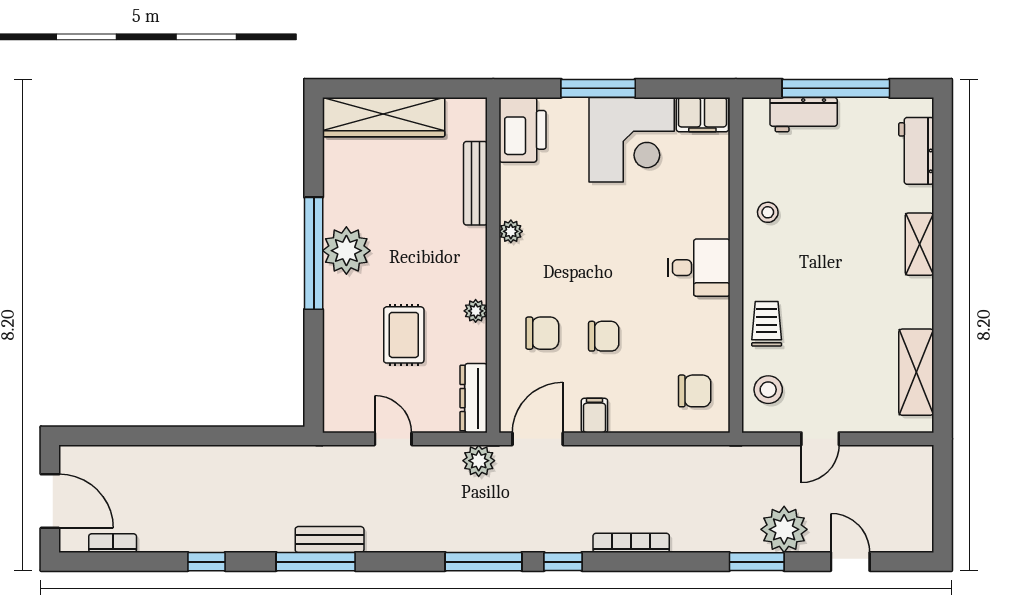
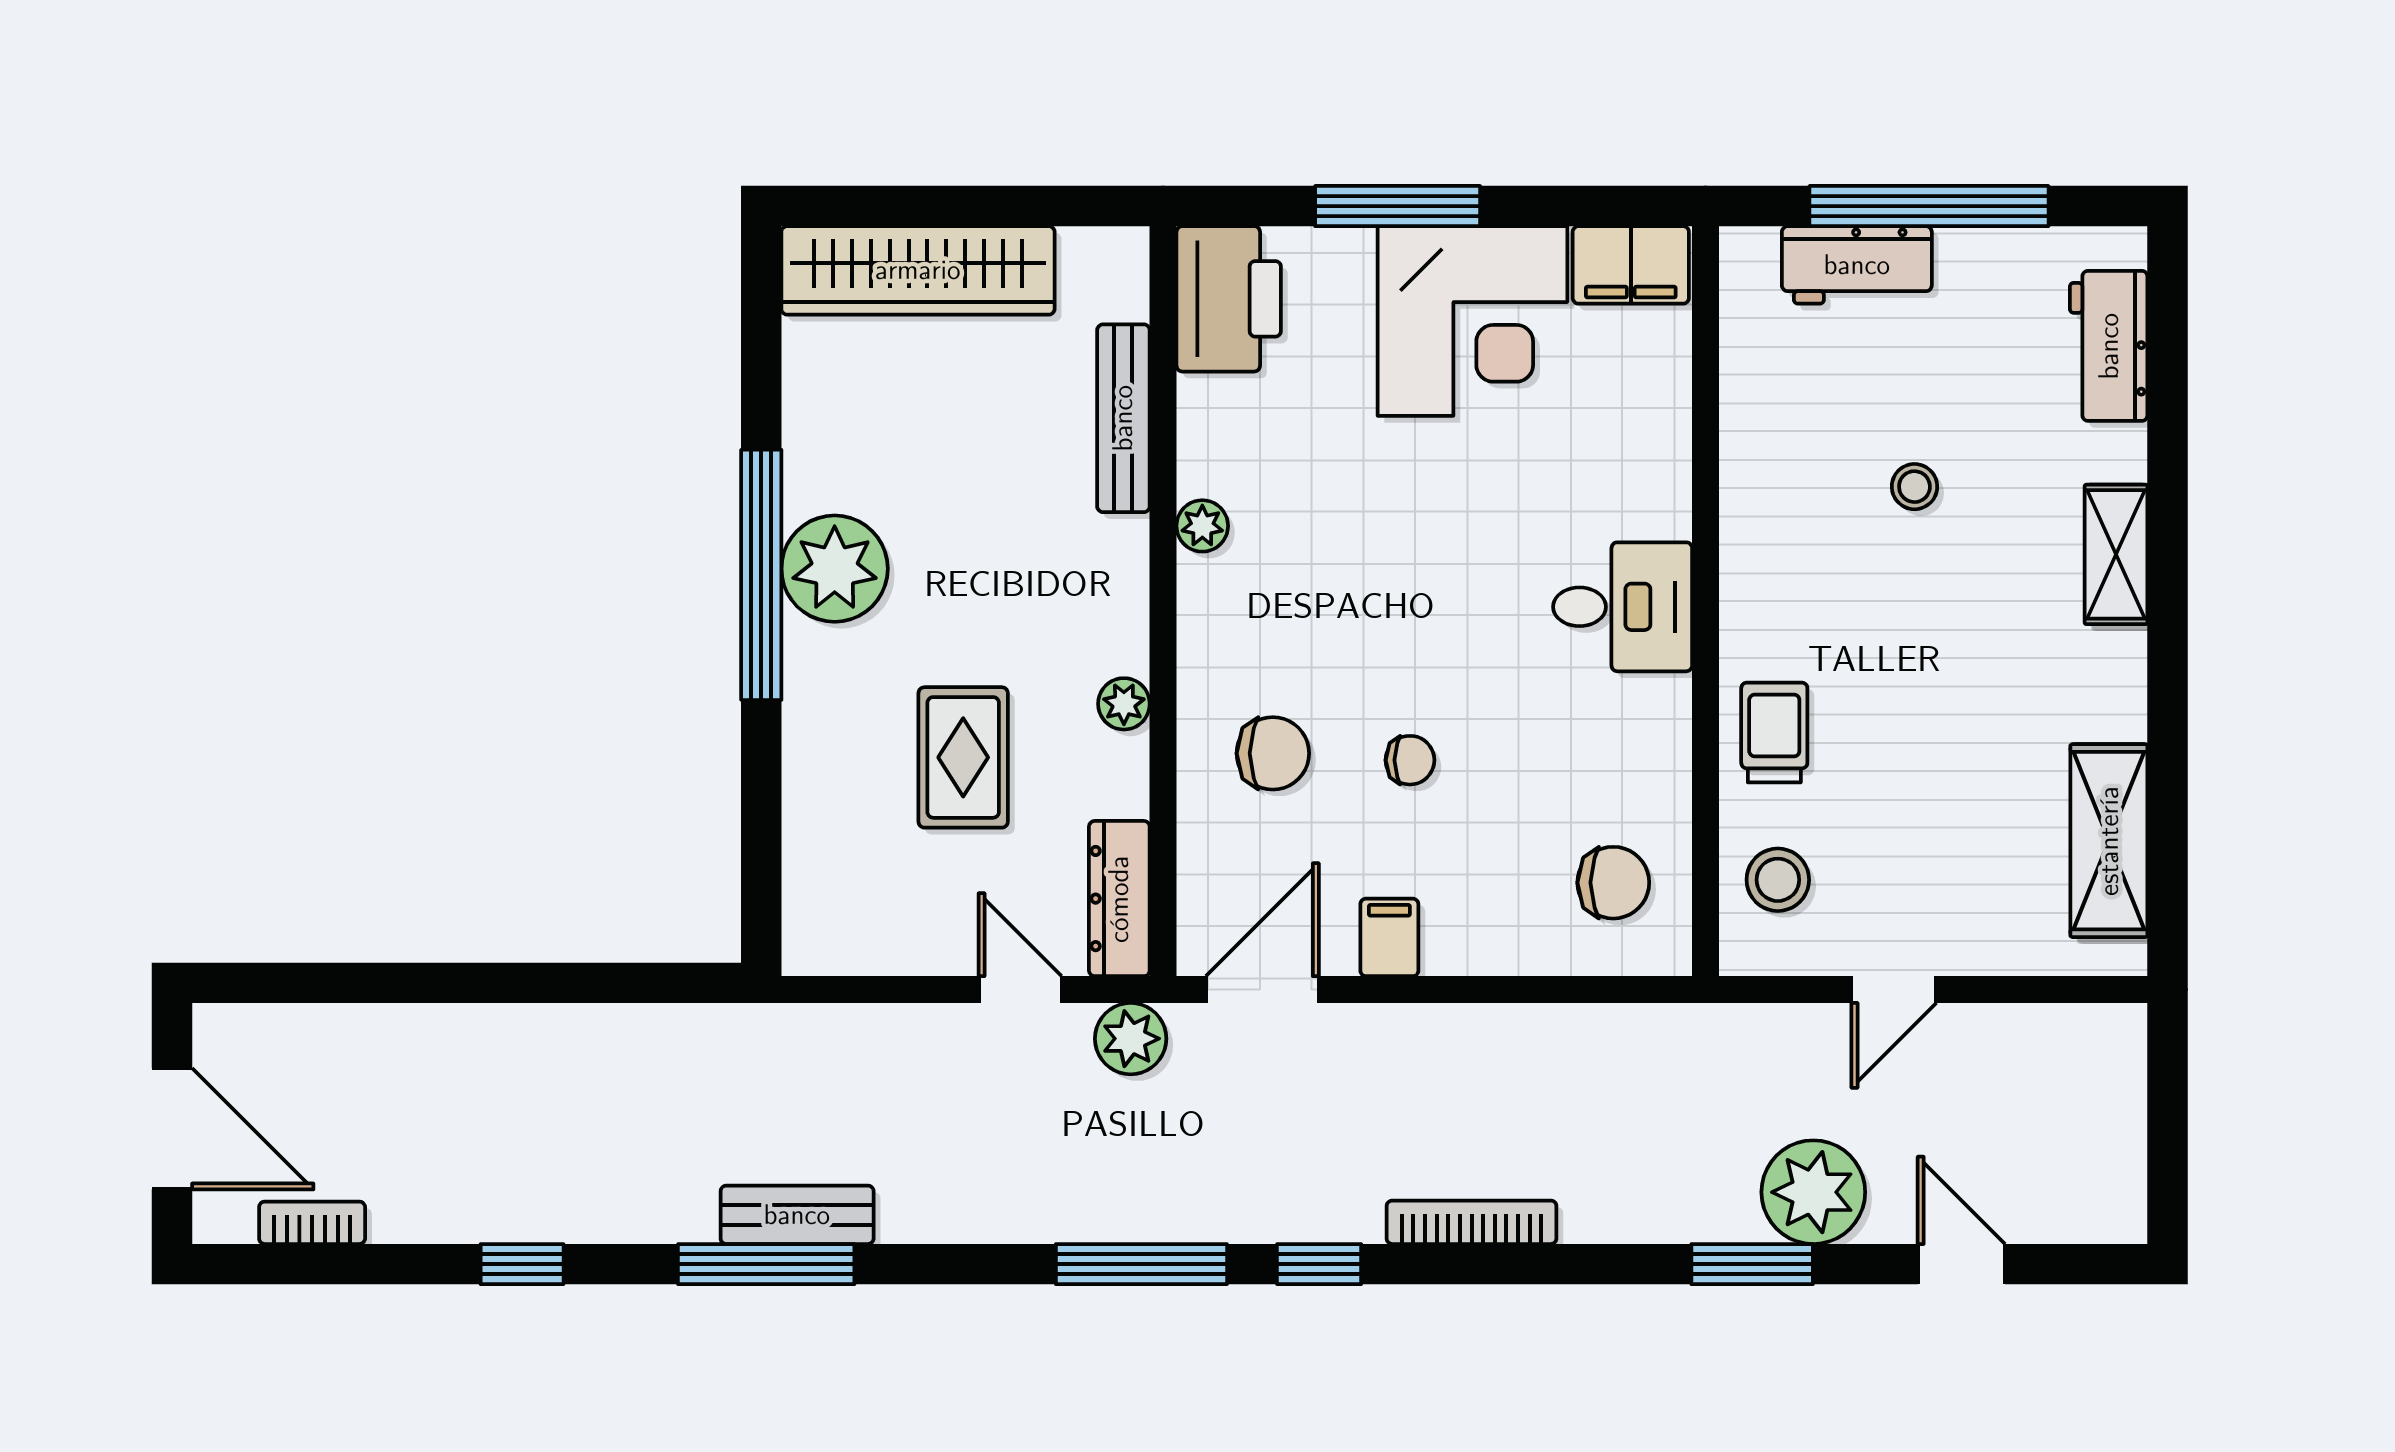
stool: (768, 212) -> (1914, 487), moved
chair: (604, 336) -> (1410, 760), width x0.73, depth x0.73
door: (393, 439) -> (1020, 990), moved

